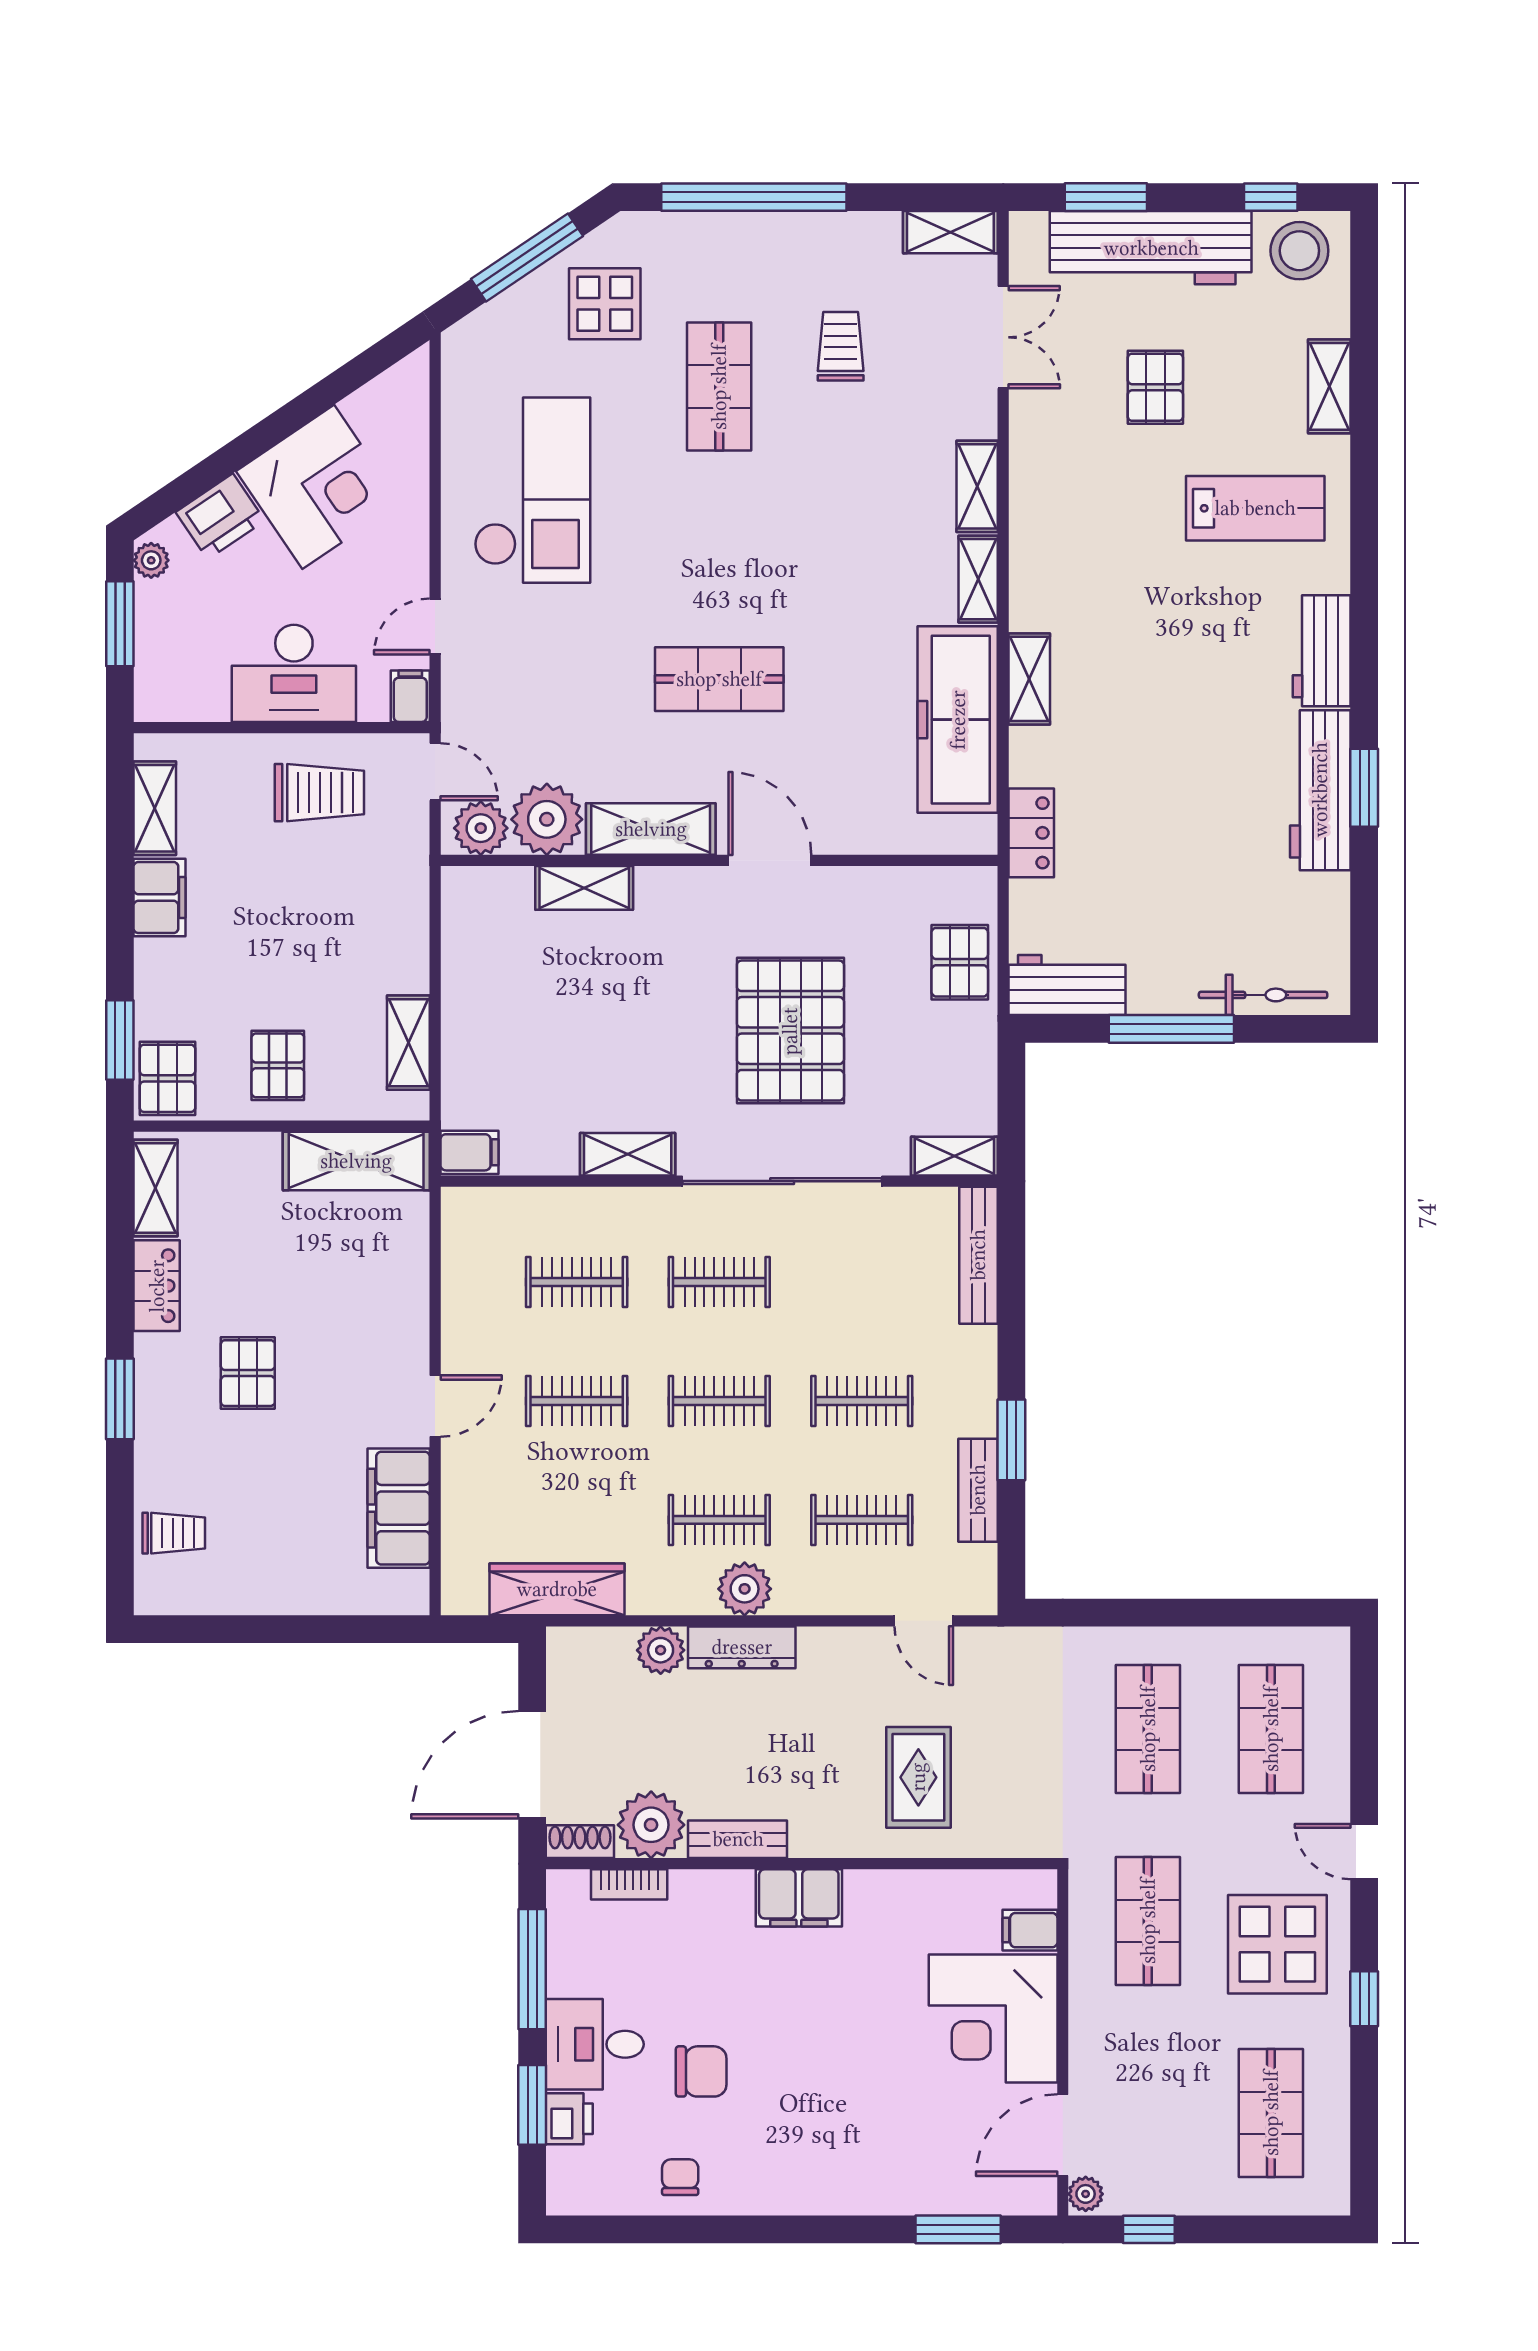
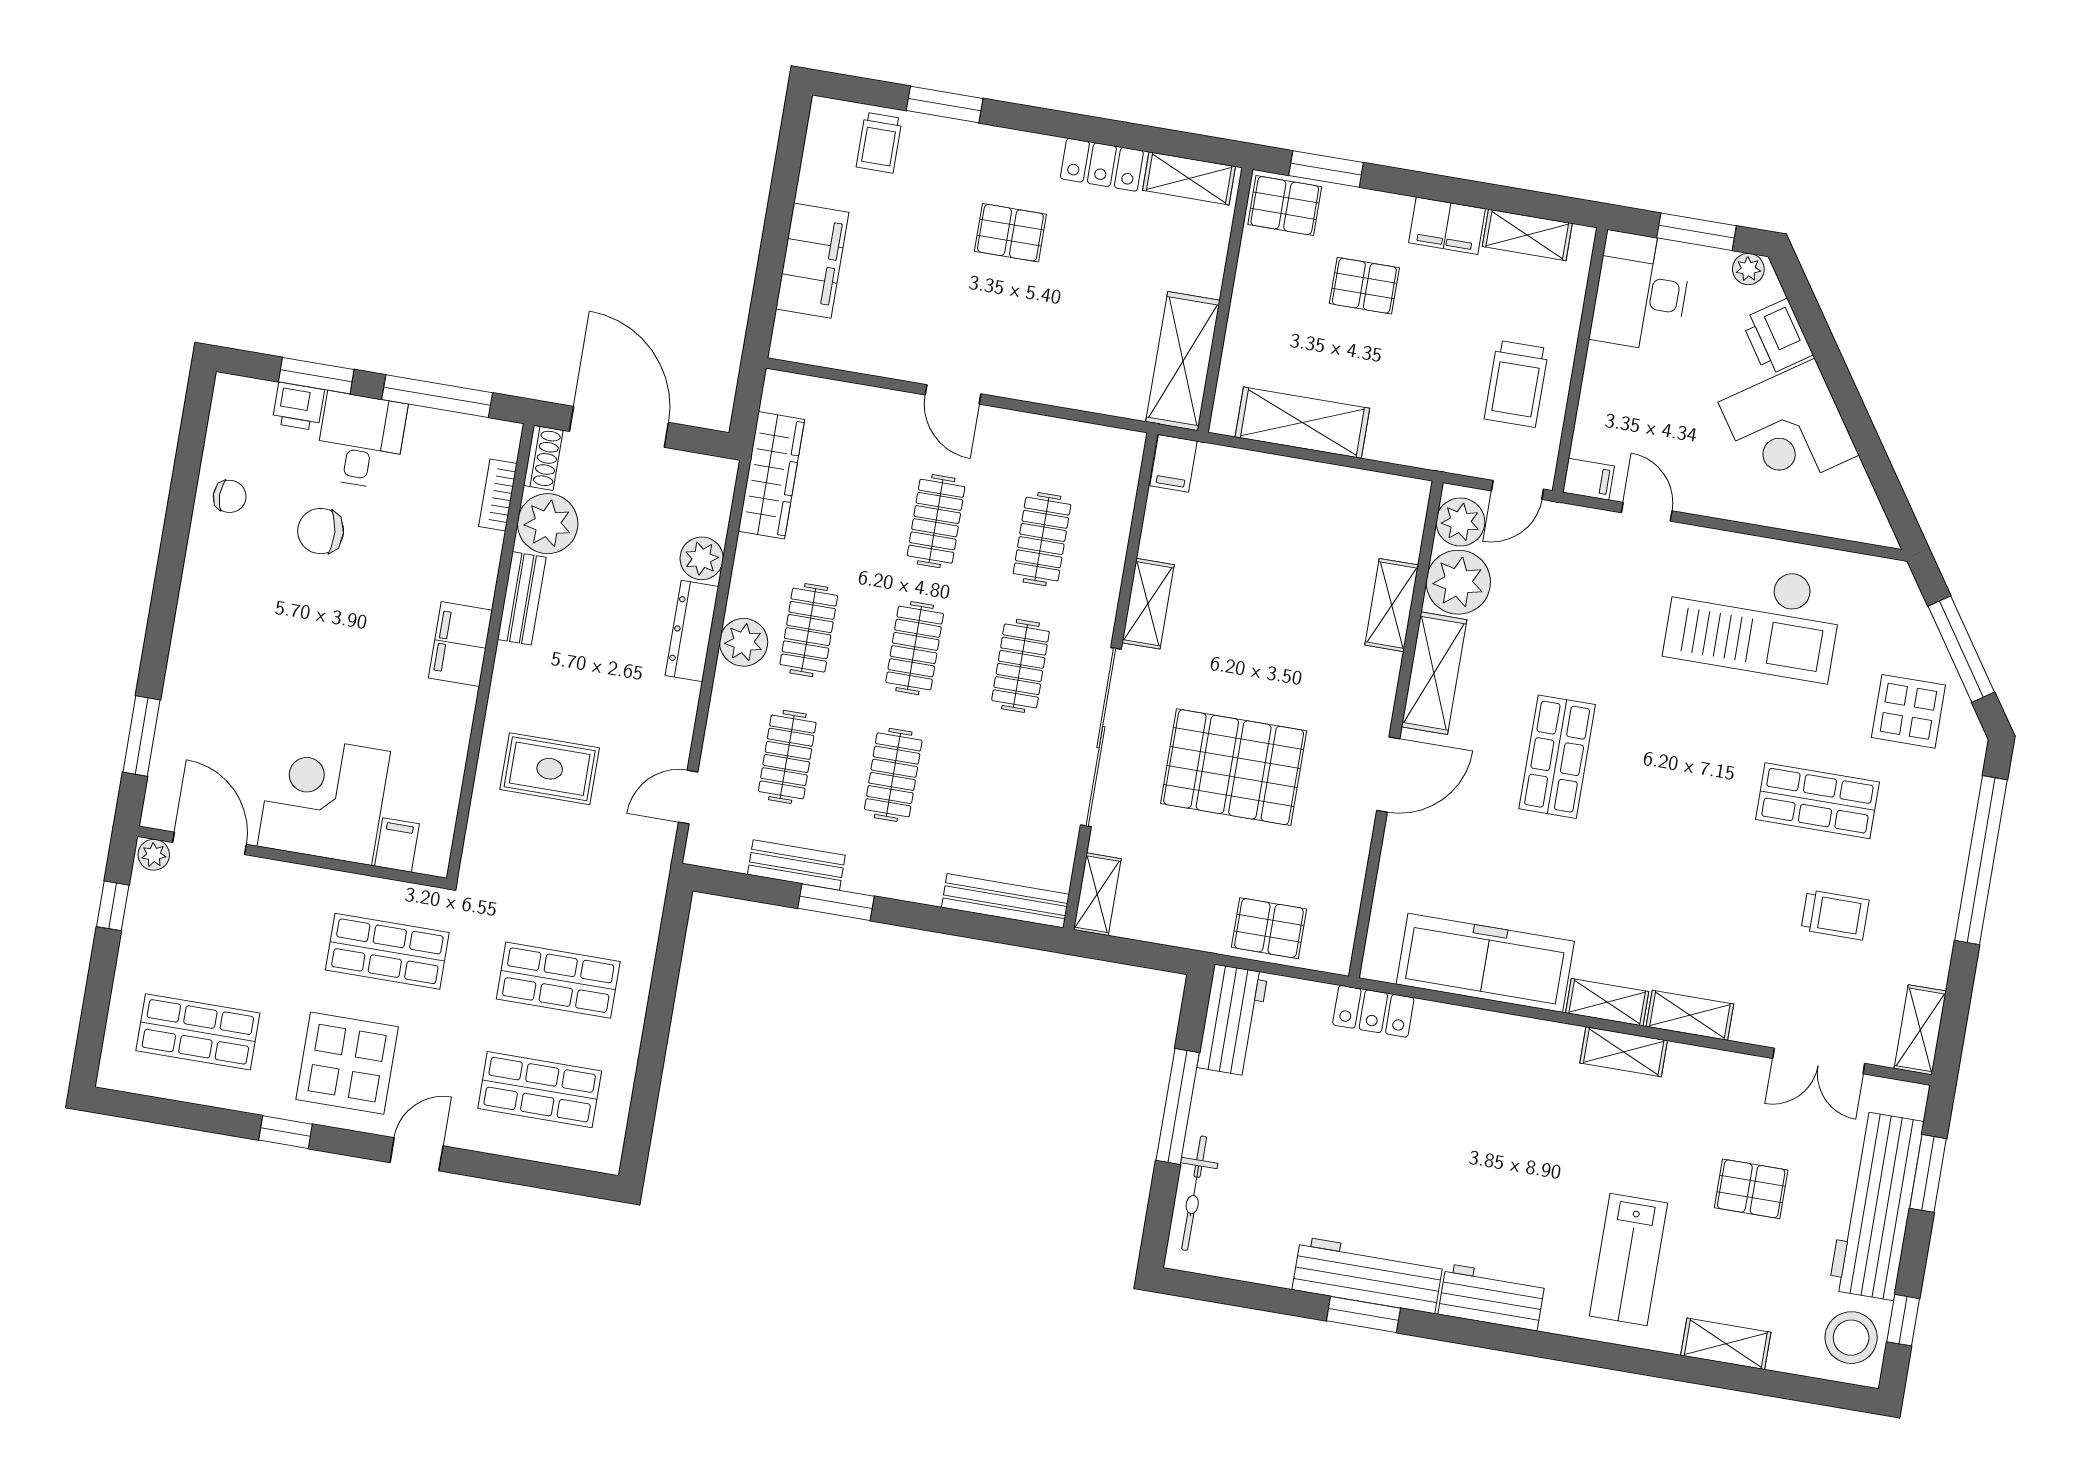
desk: (294, 673) -> (1641, 292), moved
shelving: (1029, 679) -> (1624, 1052), moved
shelving: (408, 1043) -> (1302, 423), width x1.50, depth x1.33
pallet: (278, 1065) -> (1364, 286), moved
window: (120, 1399) -> (945, 104), moved
filing cabinet: (399, 1508) -> (812, 261), moved, turned 90
chair: (701, 2071) -> (321, 531), turned 85

